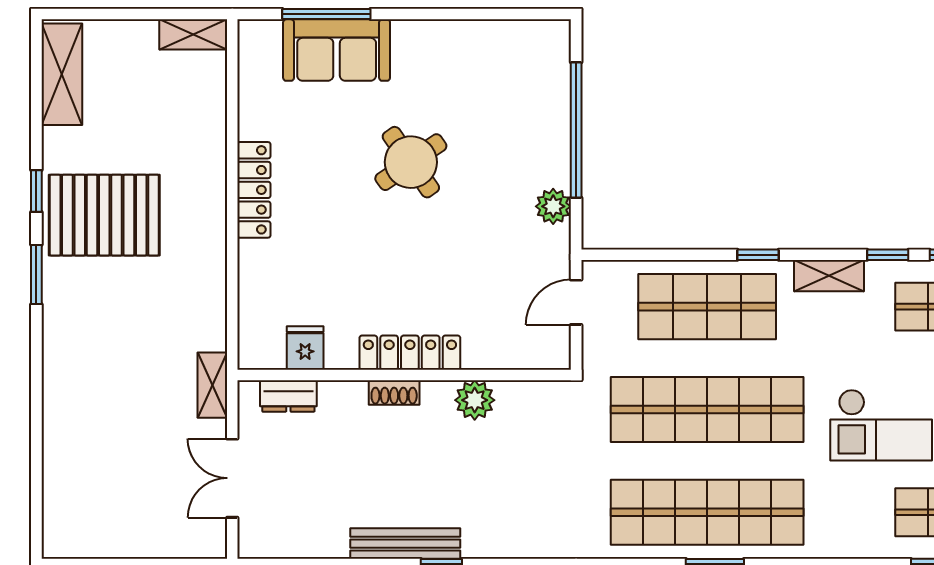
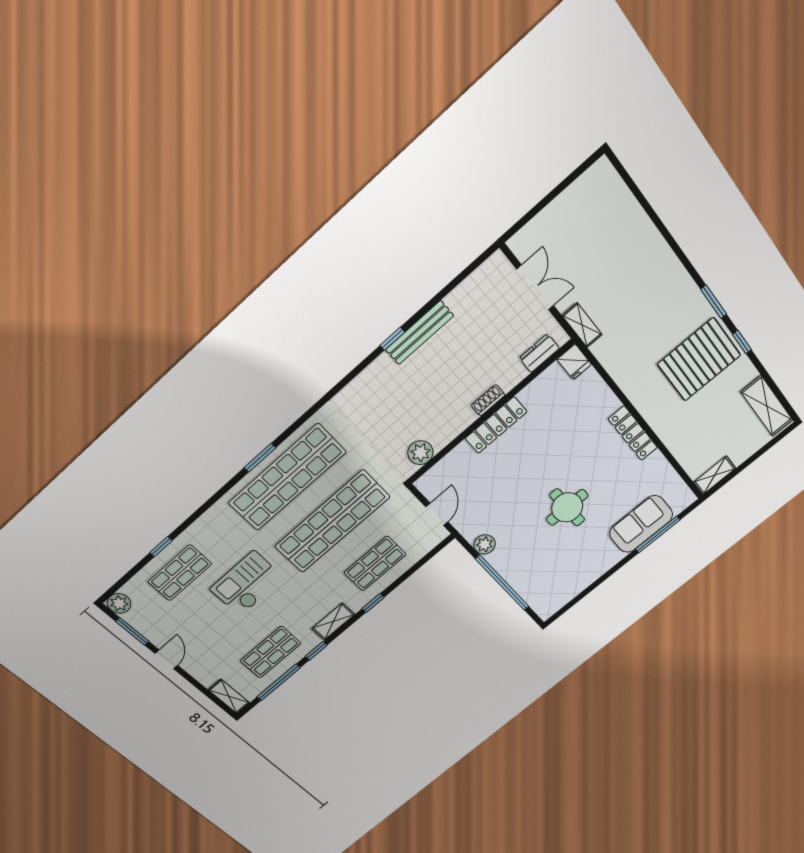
round table: (411, 162) -> (567, 507), turned 35
shop shelf: (707, 307) -> (375, 564), width x0.70, depth x0.74
fridge: (305, 348) -> (574, 362), moved
plant: (475, 400) -> (420, 453), moved

